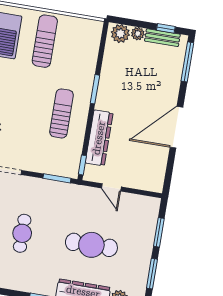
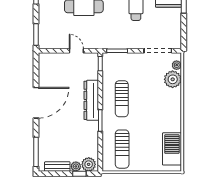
window: (166, 28) -> (79, 174), moved
sun lounger: (45, 41) -> (122, 149), moved
dresser: (99, 138) -> (91, 100), moved
window: (159, 232) -> (36, 34), moved

